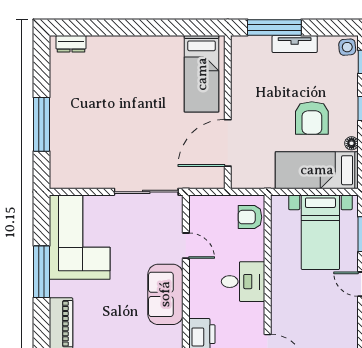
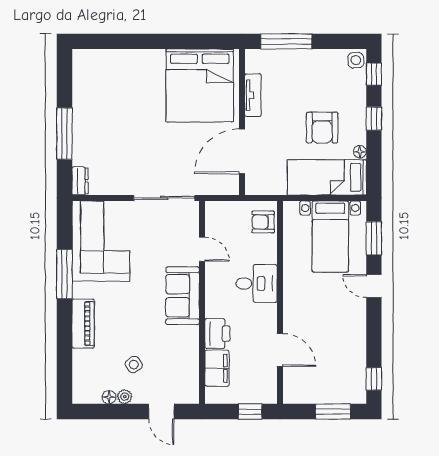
dresser: (71, 44) -> (80, 181), moved, turned -90
tv unit: (295, 44) -> (253, 95), moved, turned -90
bed: (202, 74) -> (200, 85), width x2.04

